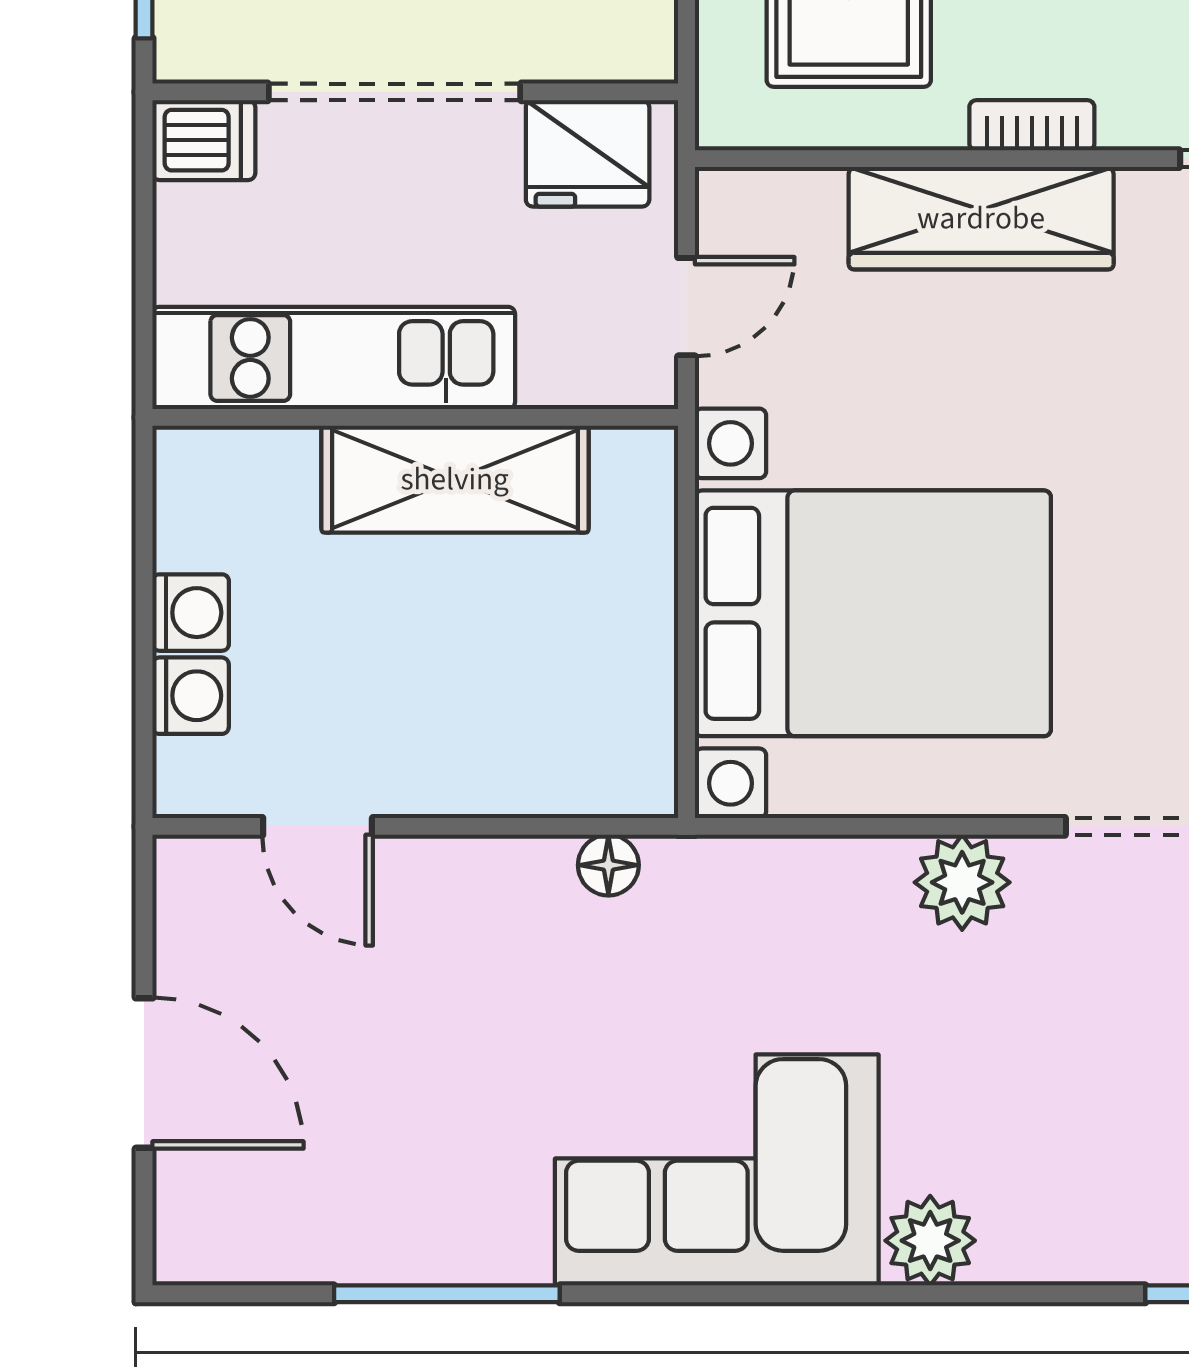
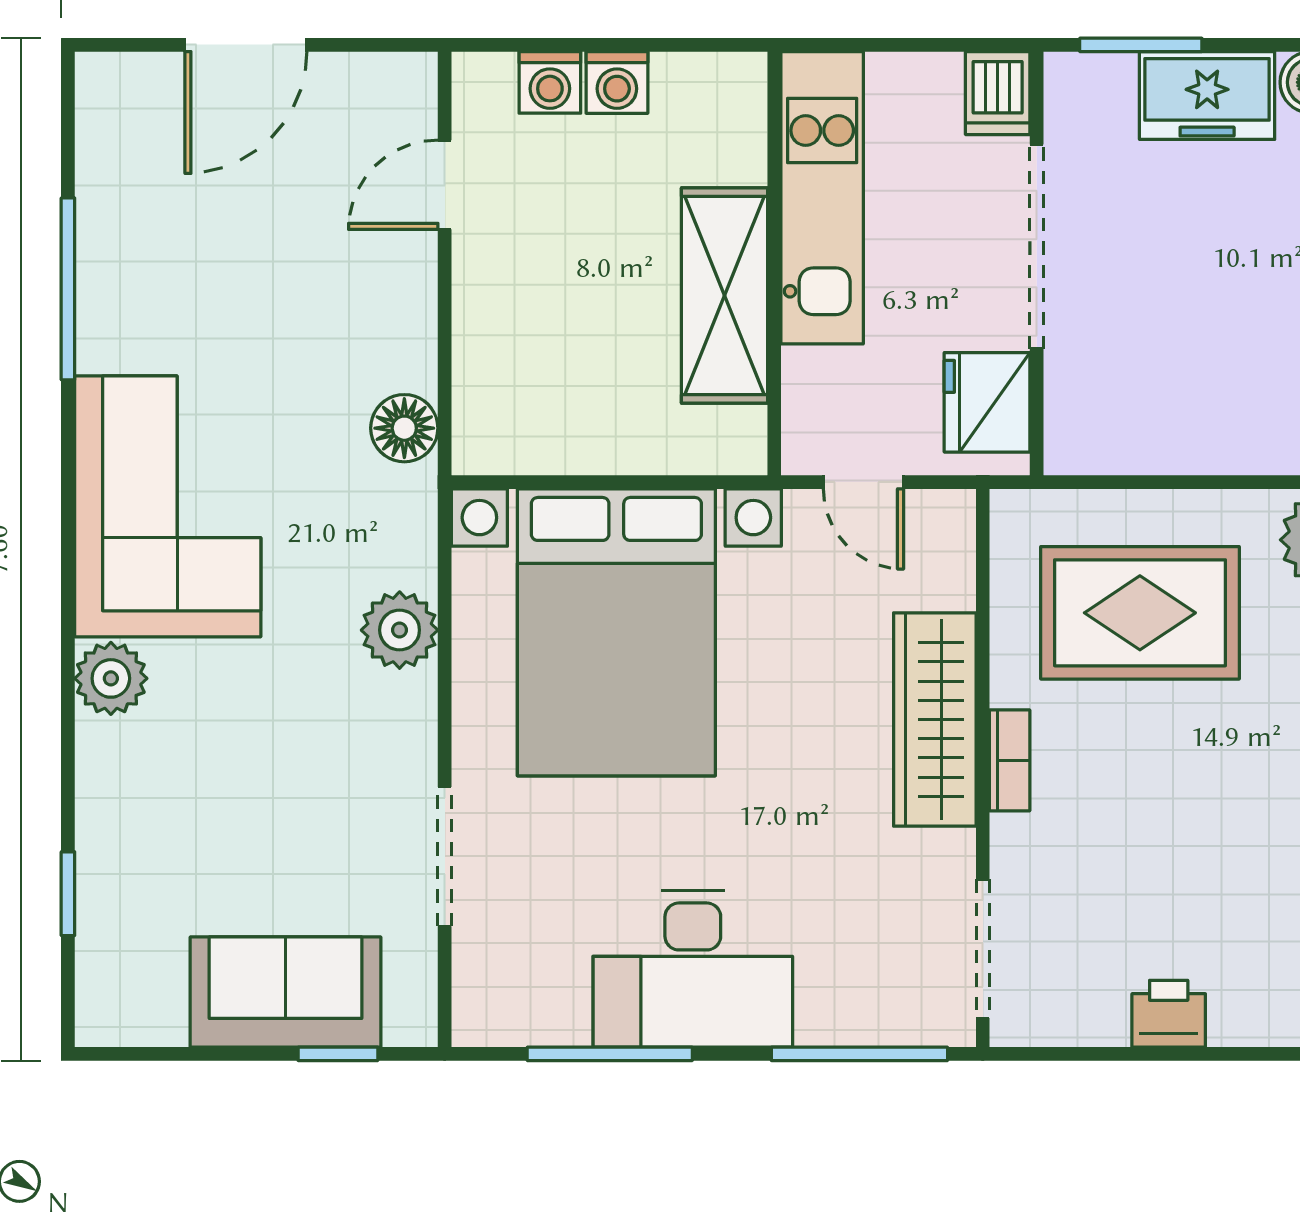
floor lamp: (608, 865) -> (404, 428), width x1.37, depth x1.37
plant: (962, 882) -> (400, 630), moved

